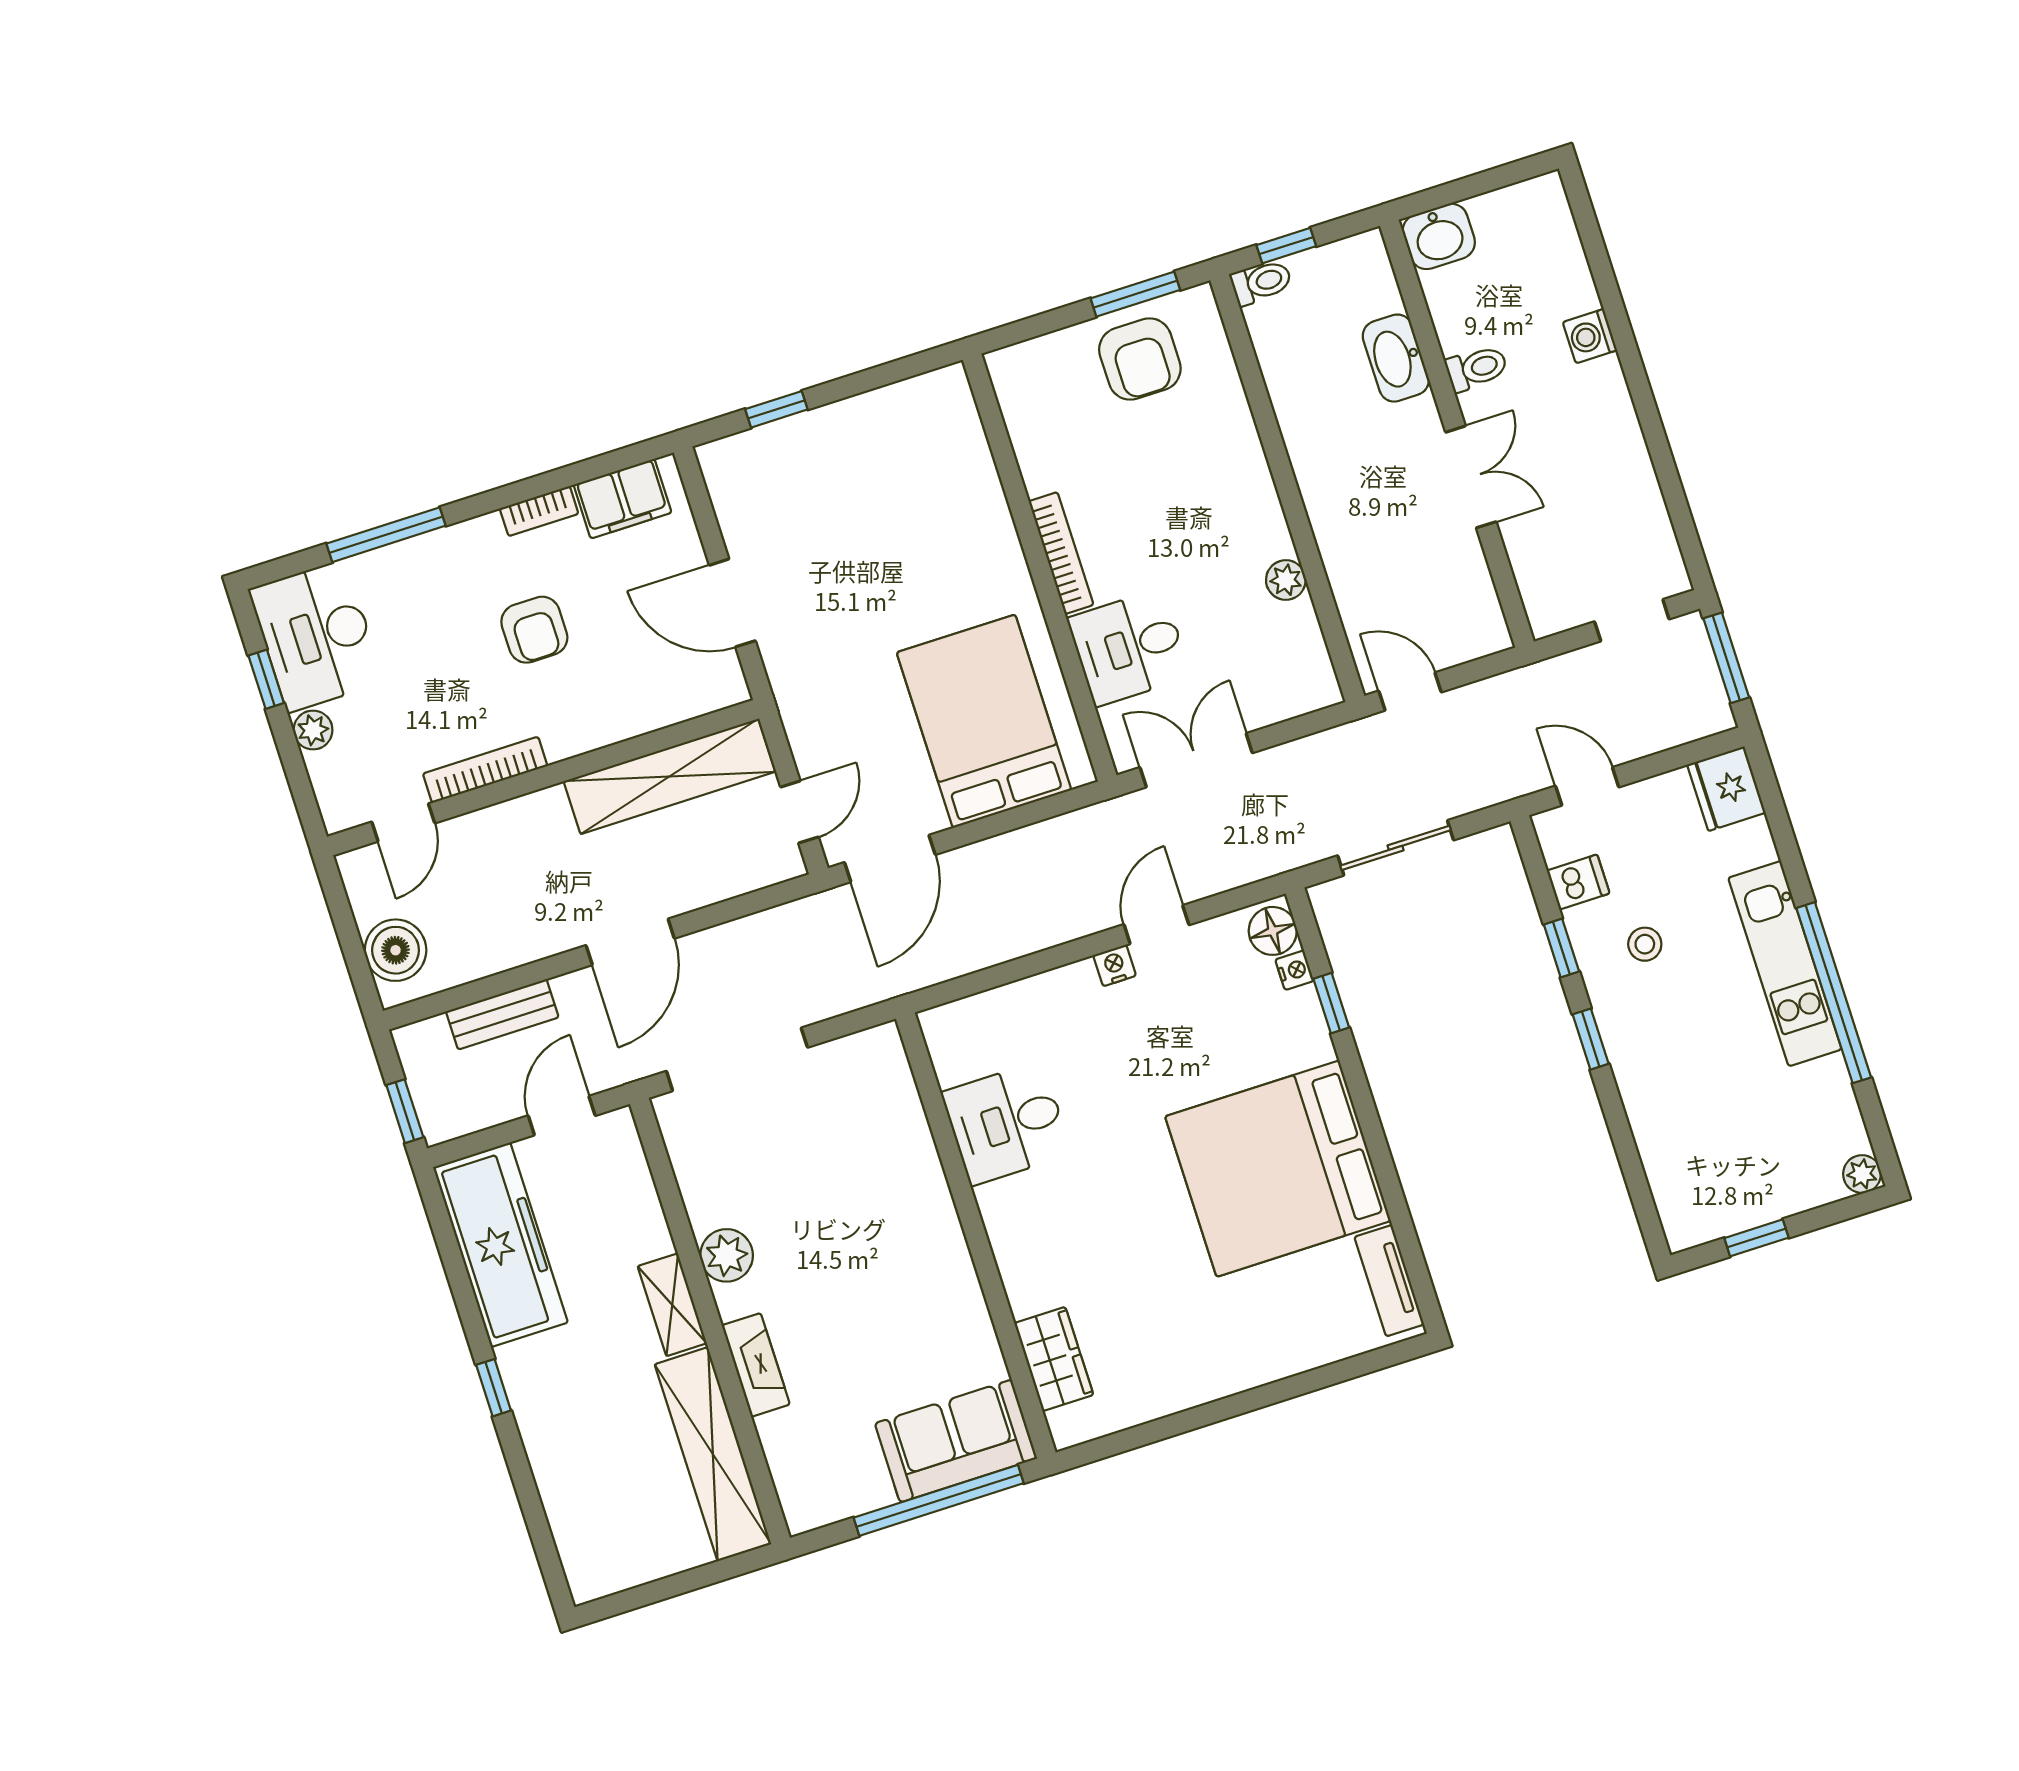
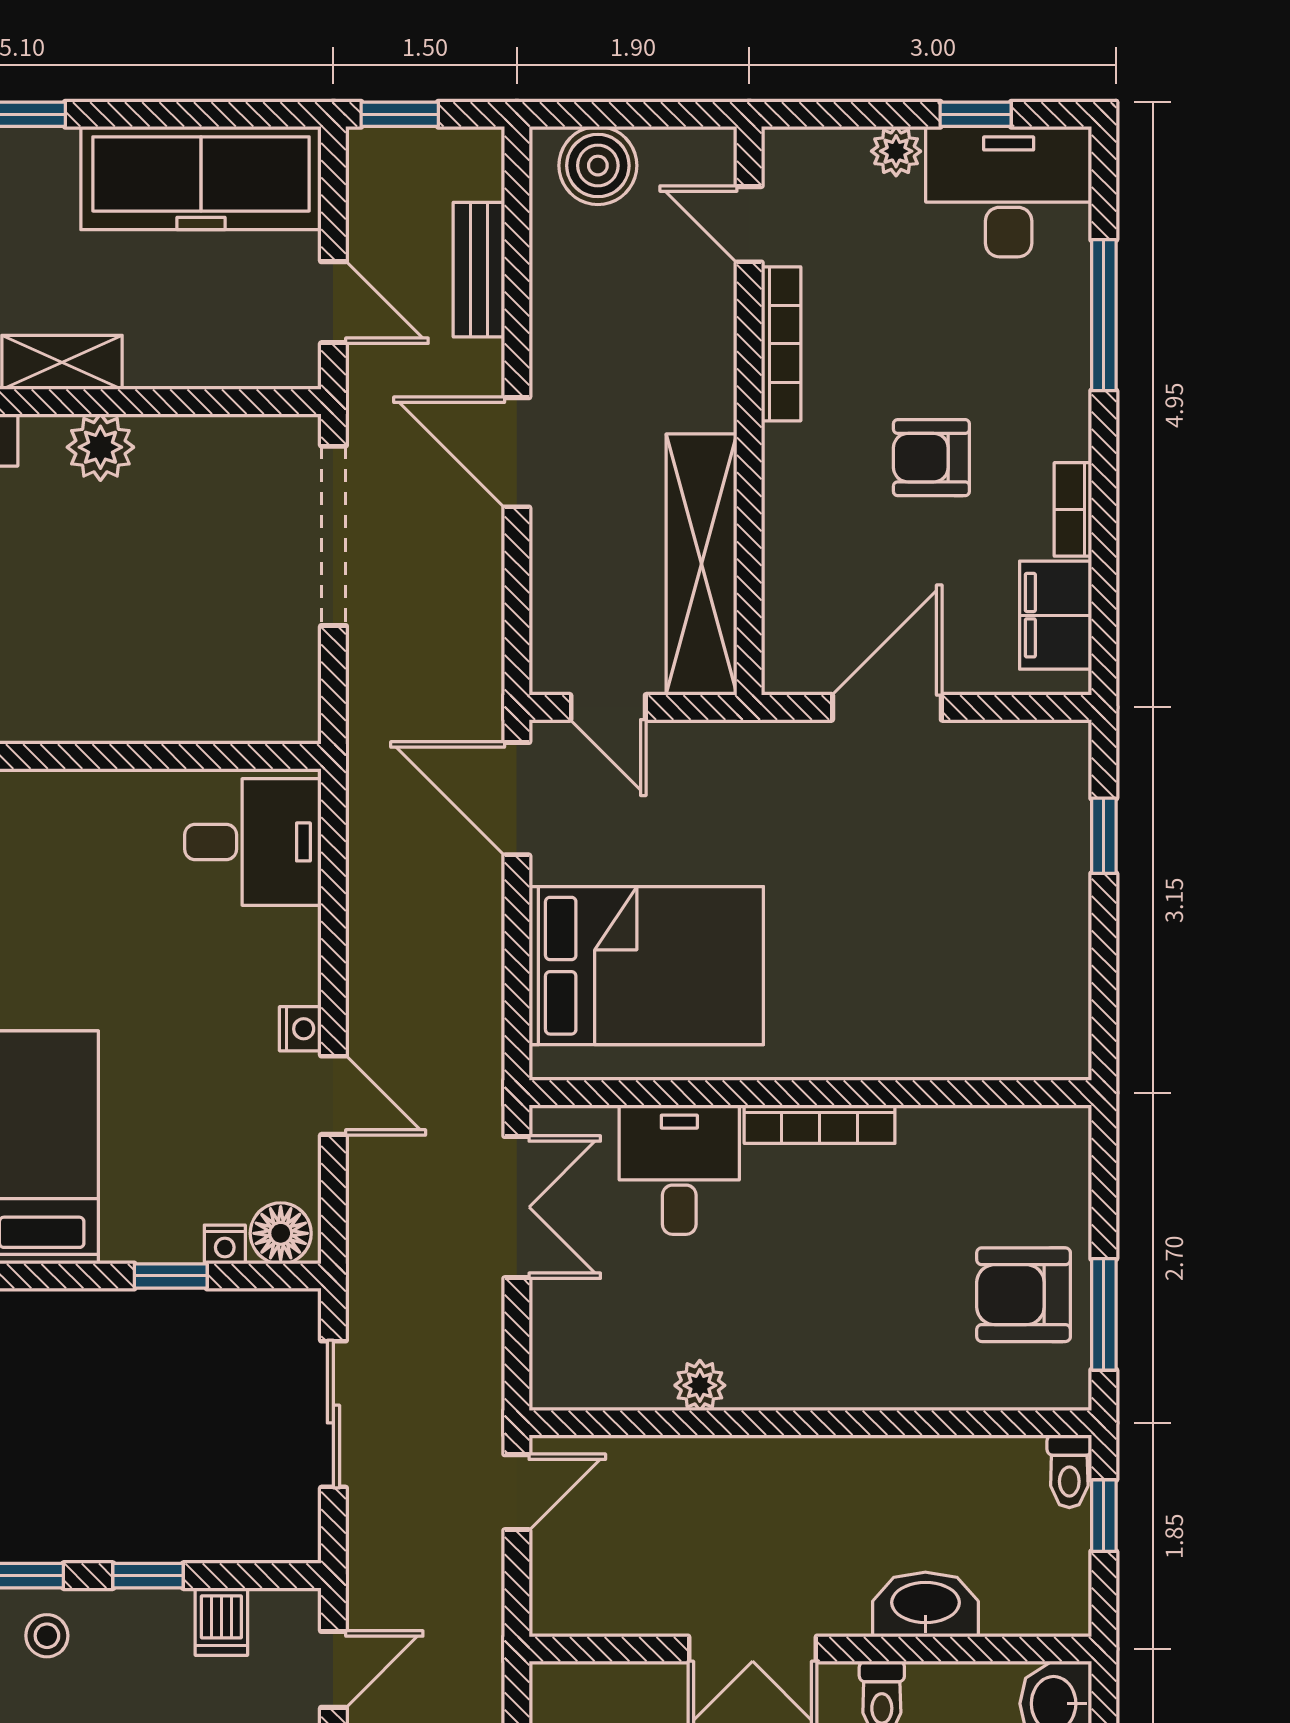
stool: (1645, 944) -> (47, 1636), moved
desk: (1006, 1123) -> (253, 842), moved, turned 90

